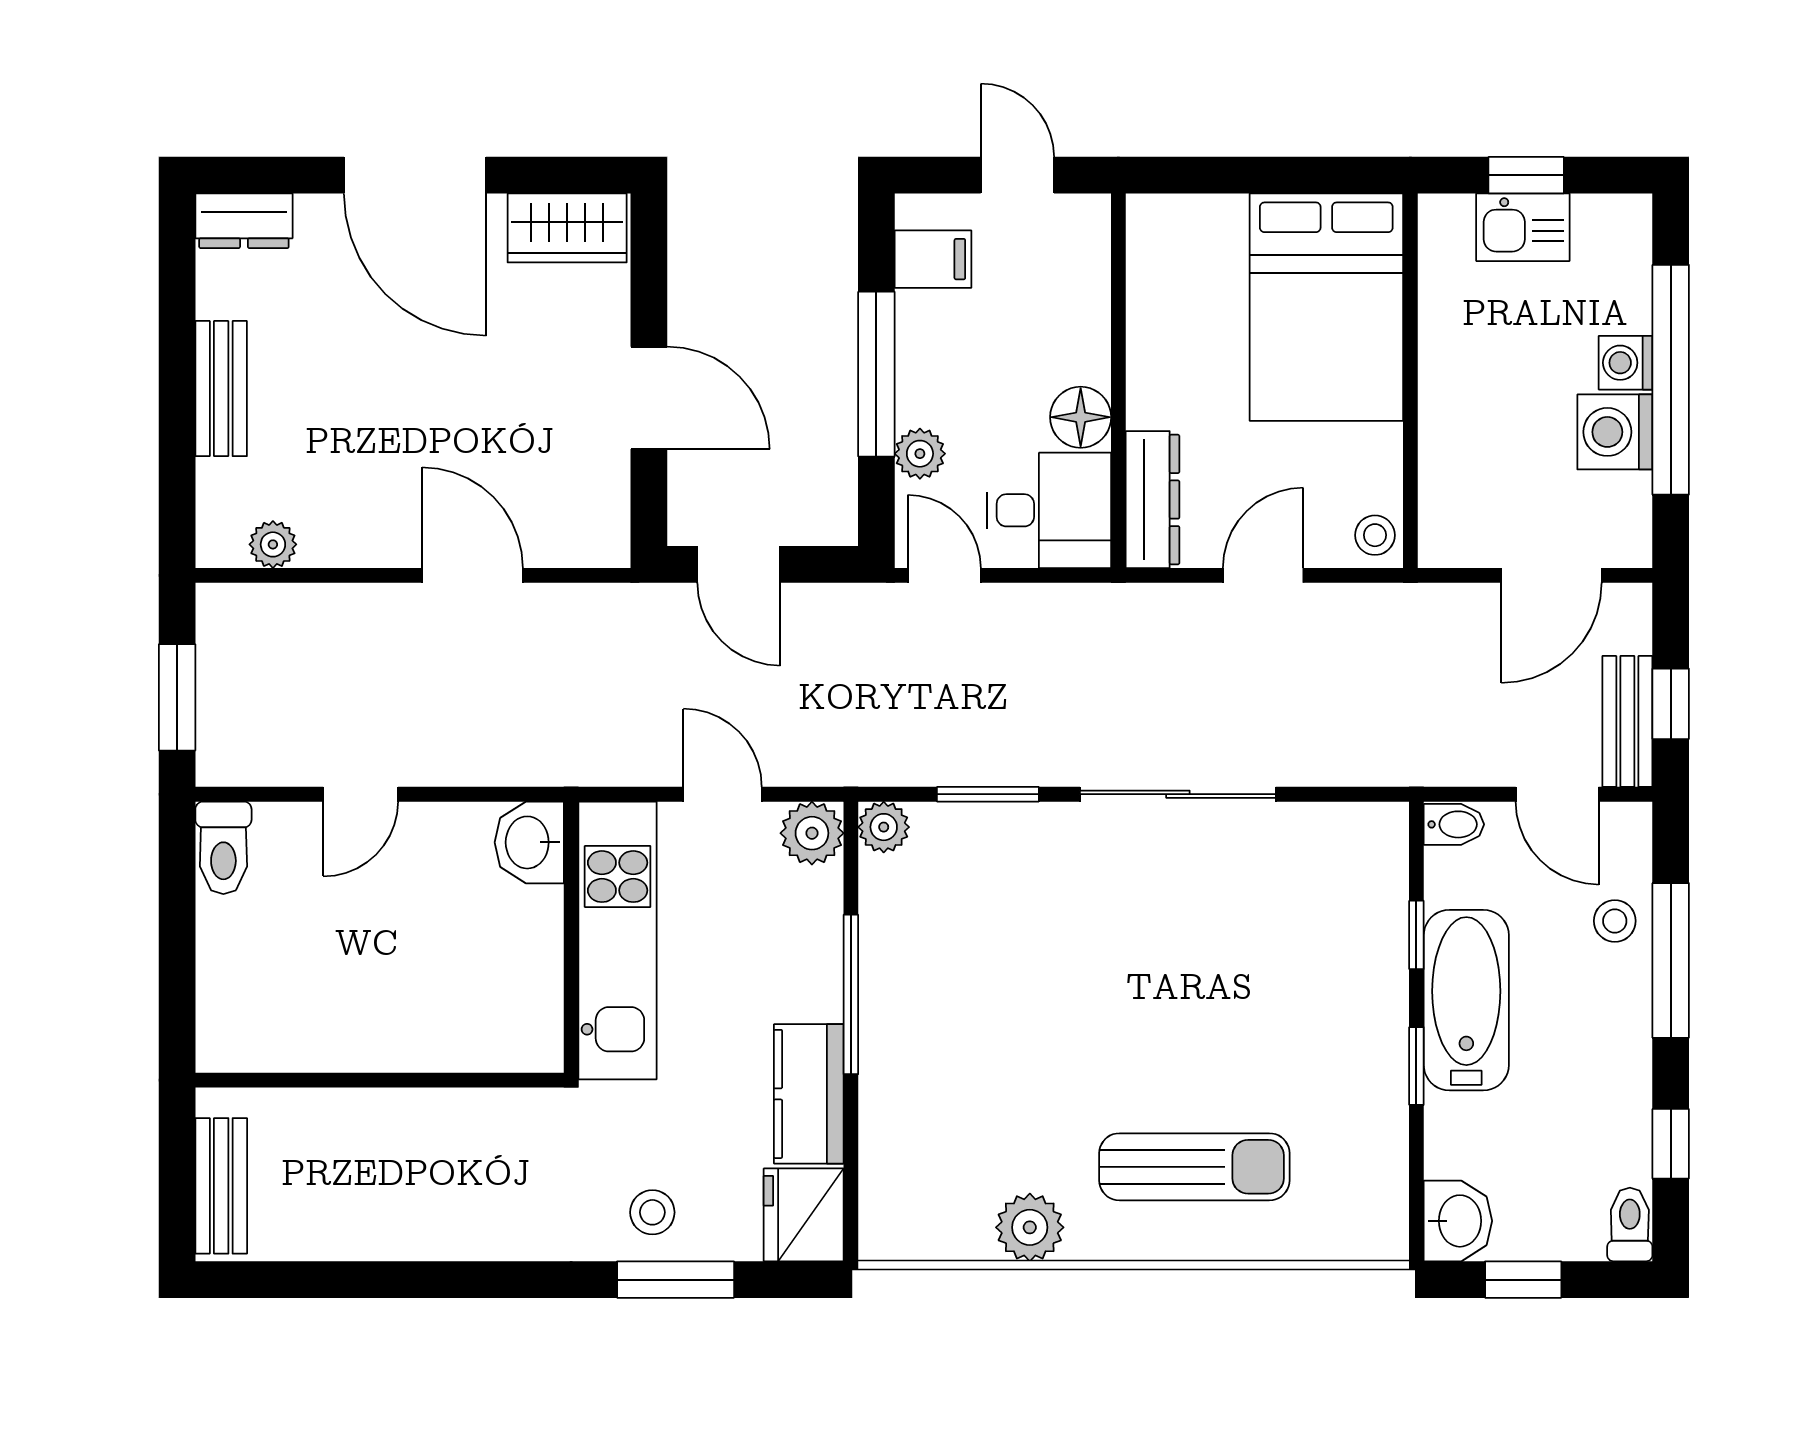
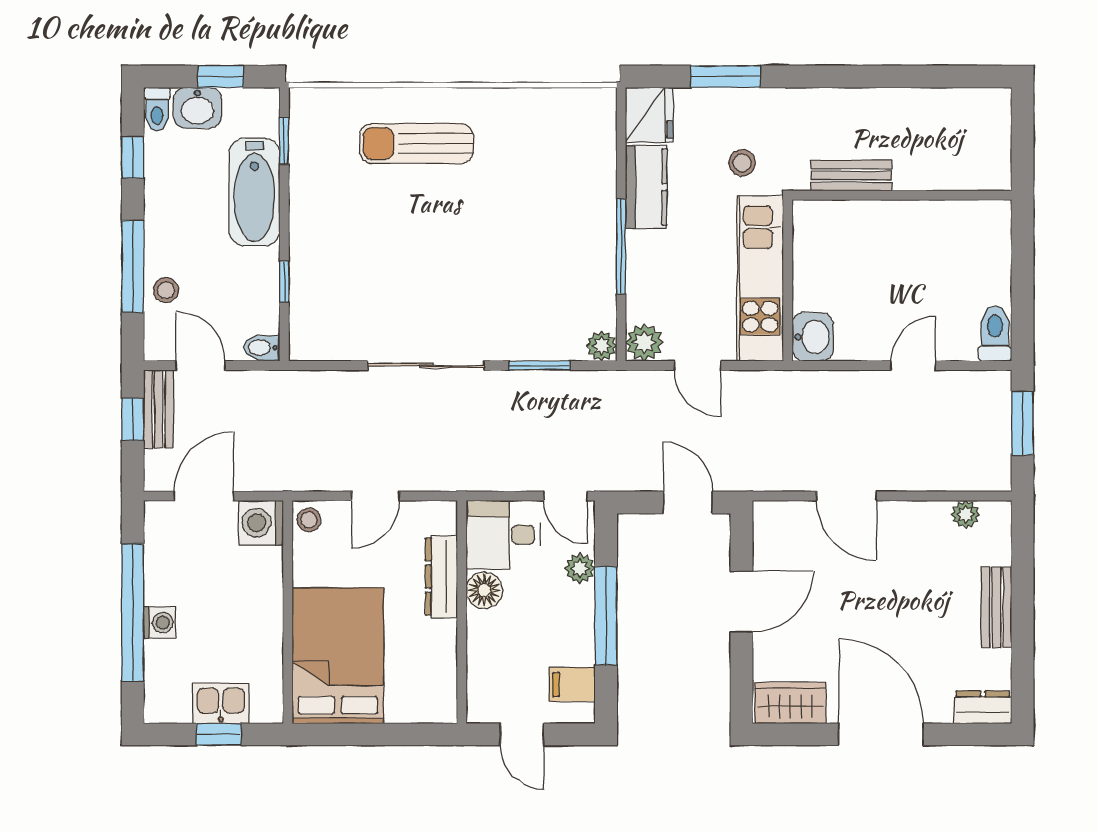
door: (649, 398) -> (741, 602), swing flipped
washing machine: (1615, 432) -> (261, 523), moved, turned 180
dresser: (1153, 500) -> (441, 577), moved
bathtub: (1466, 1000) -> (254, 192), moved
window: (1416, 1066) -> (284, 141), moved
bench: (221, 1186) -> (851, 175), moved, turned 90
stool: (652, 1212) -> (742, 163), moved
washbasin: (1458, 1221) -> (197, 108), moved, turned -90
plant: (1030, 1227) -> (515, 107), removed

